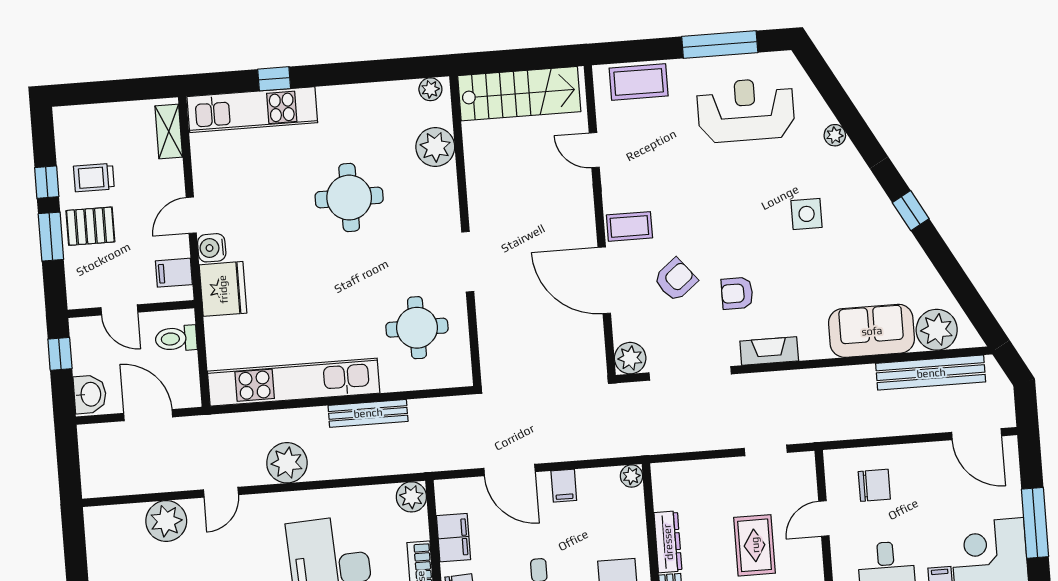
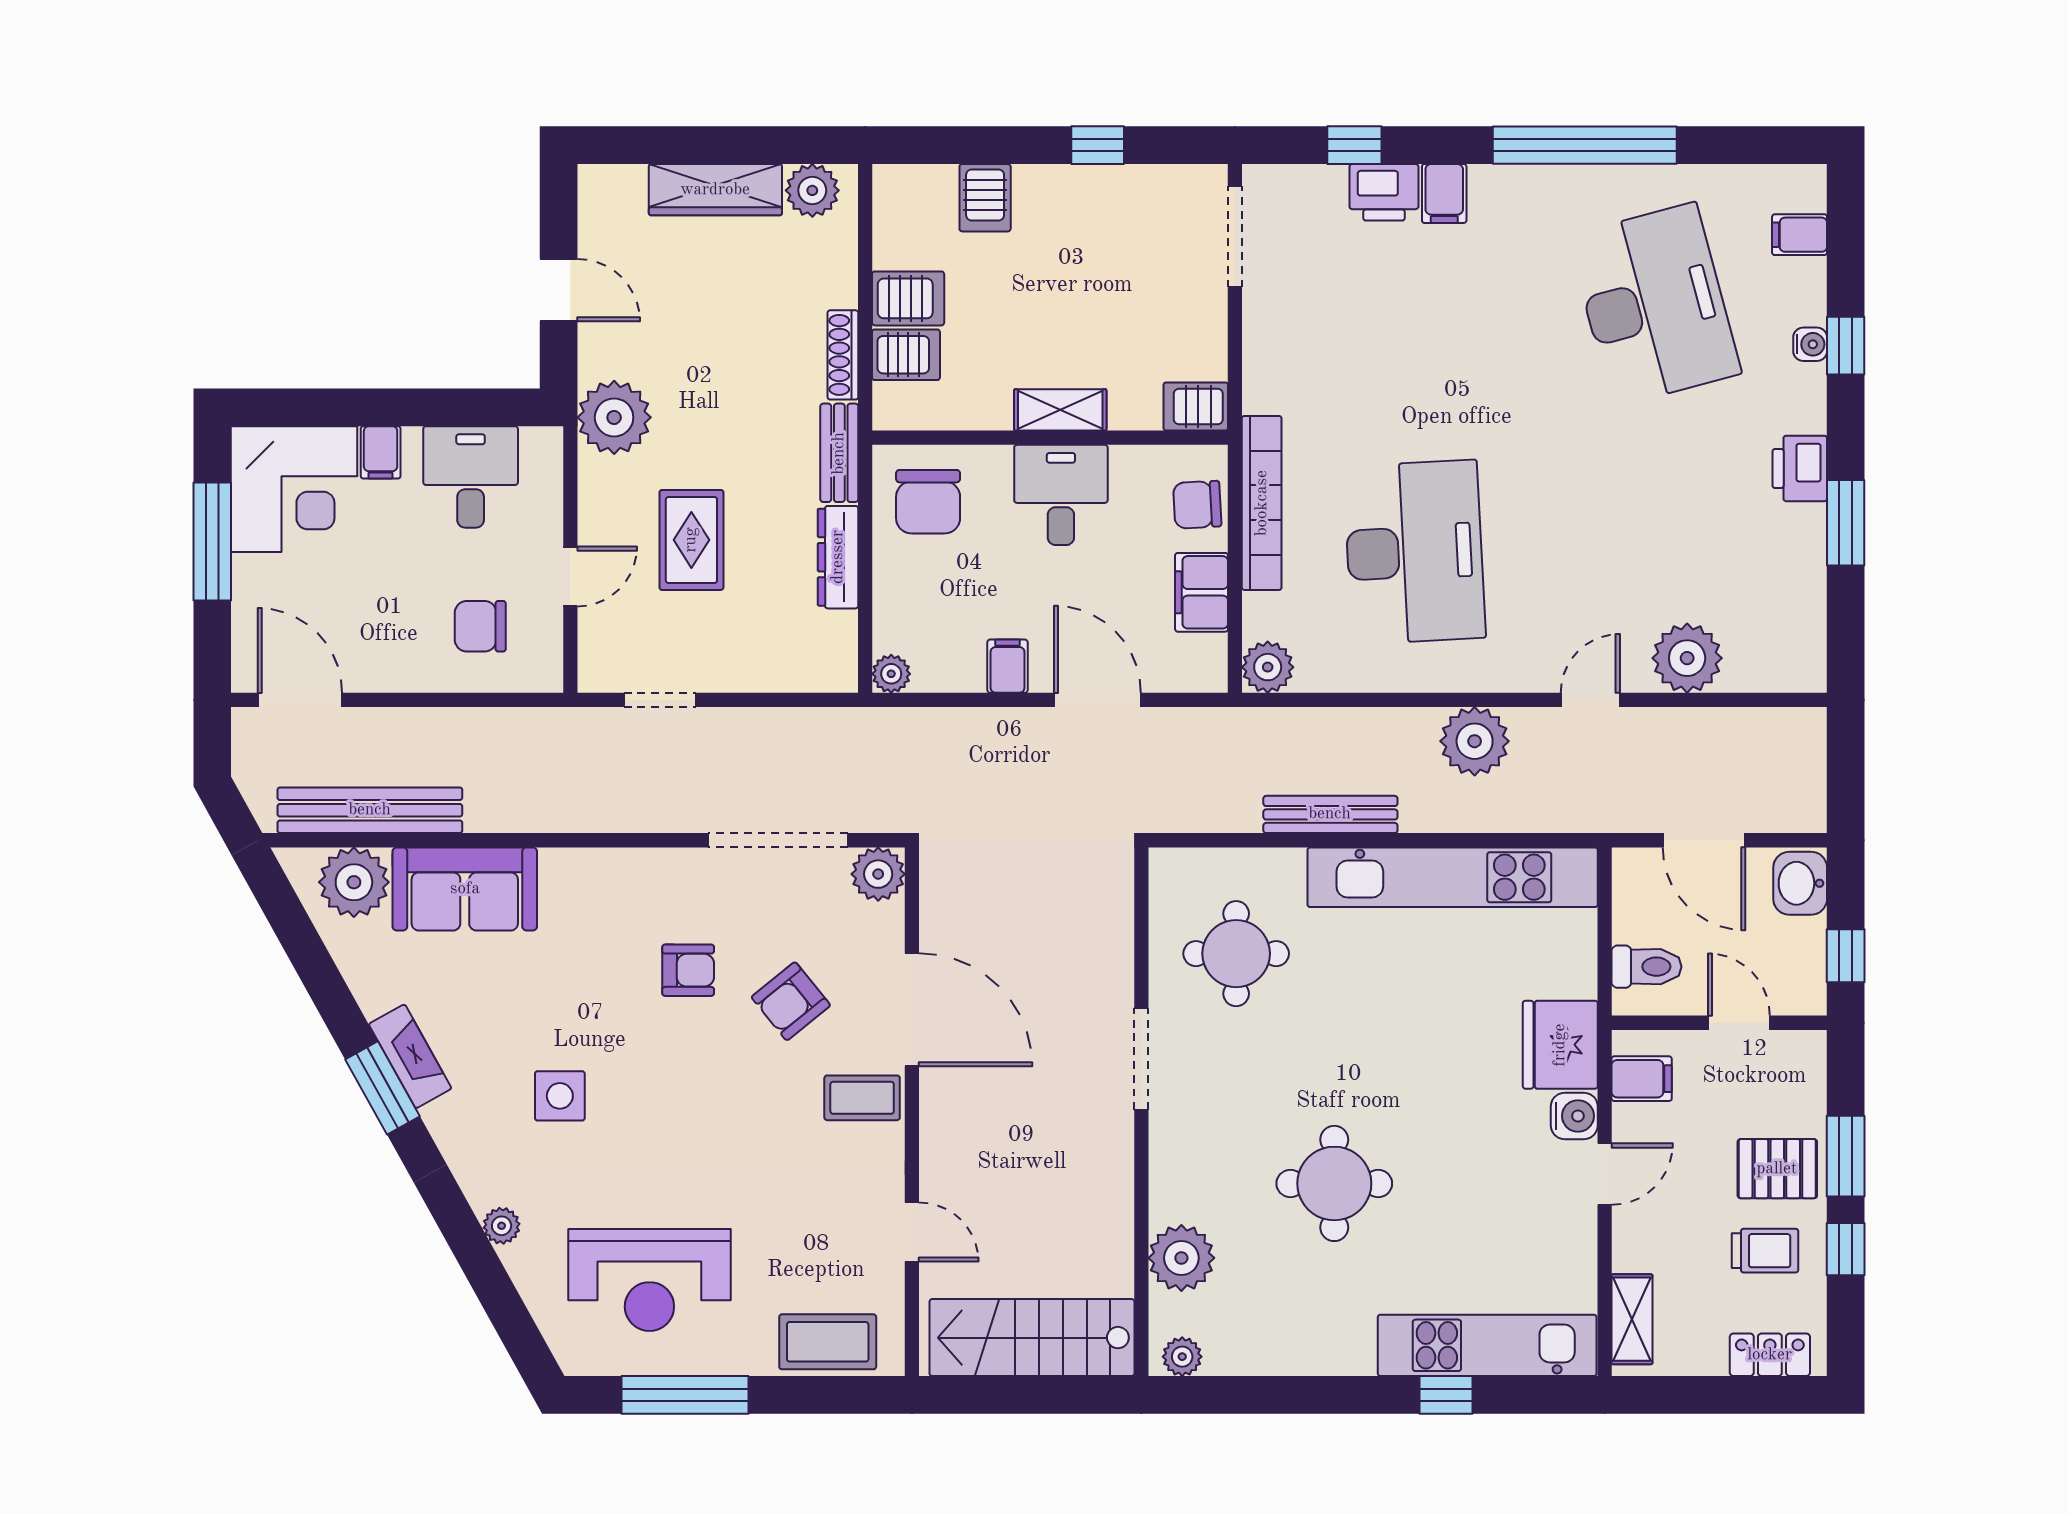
locker: (86, 117) -> (1770, 1355), added
window: (911, 211) -> (383, 1088), width x1.50
fireplace: (769, 351) -> (410, 1056), moved, turned -119

